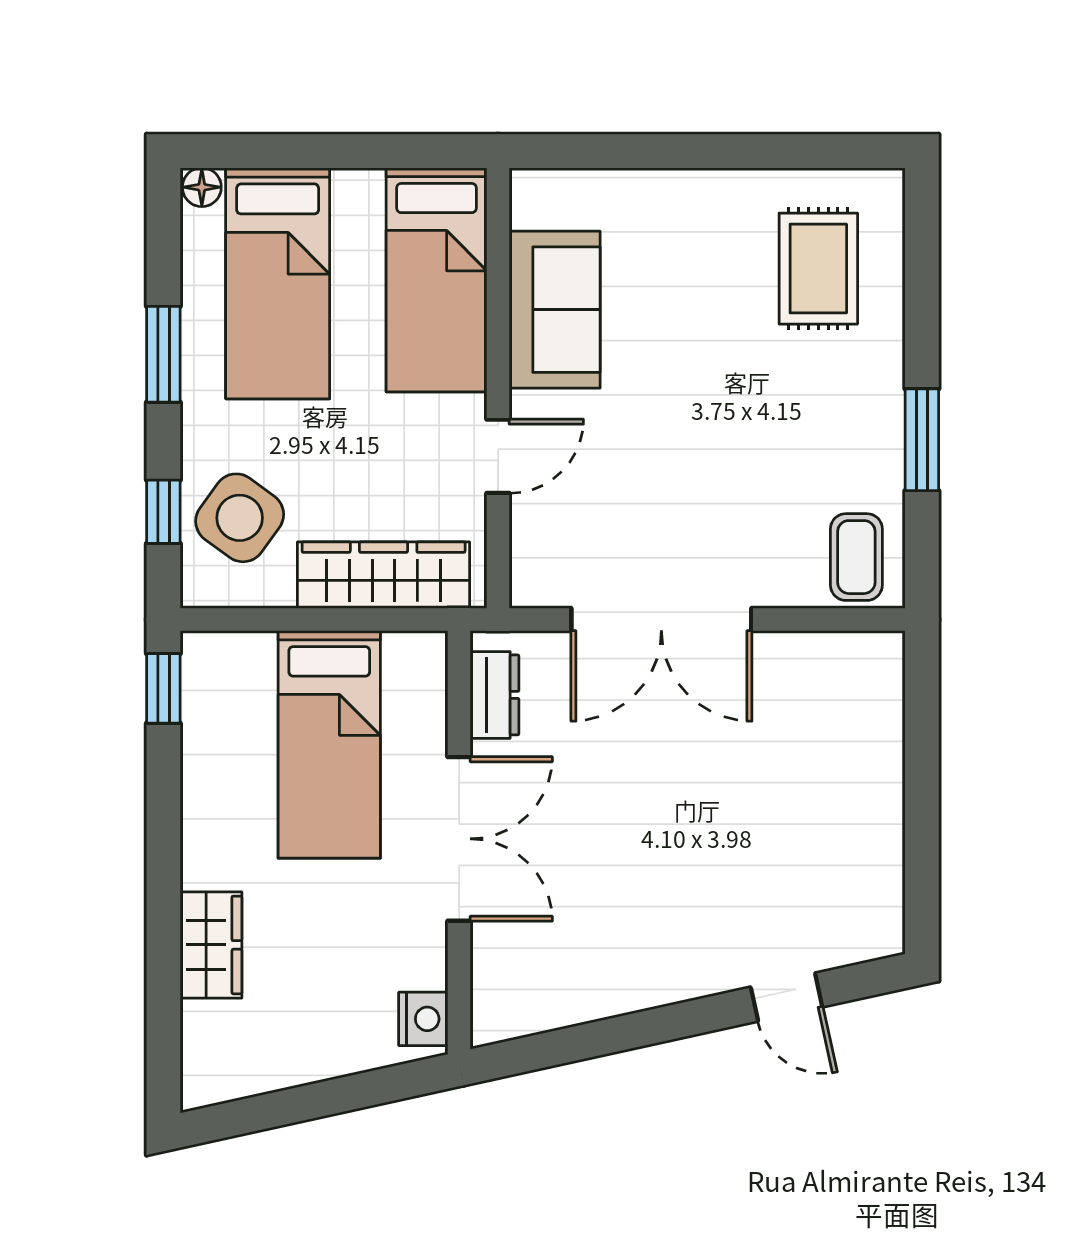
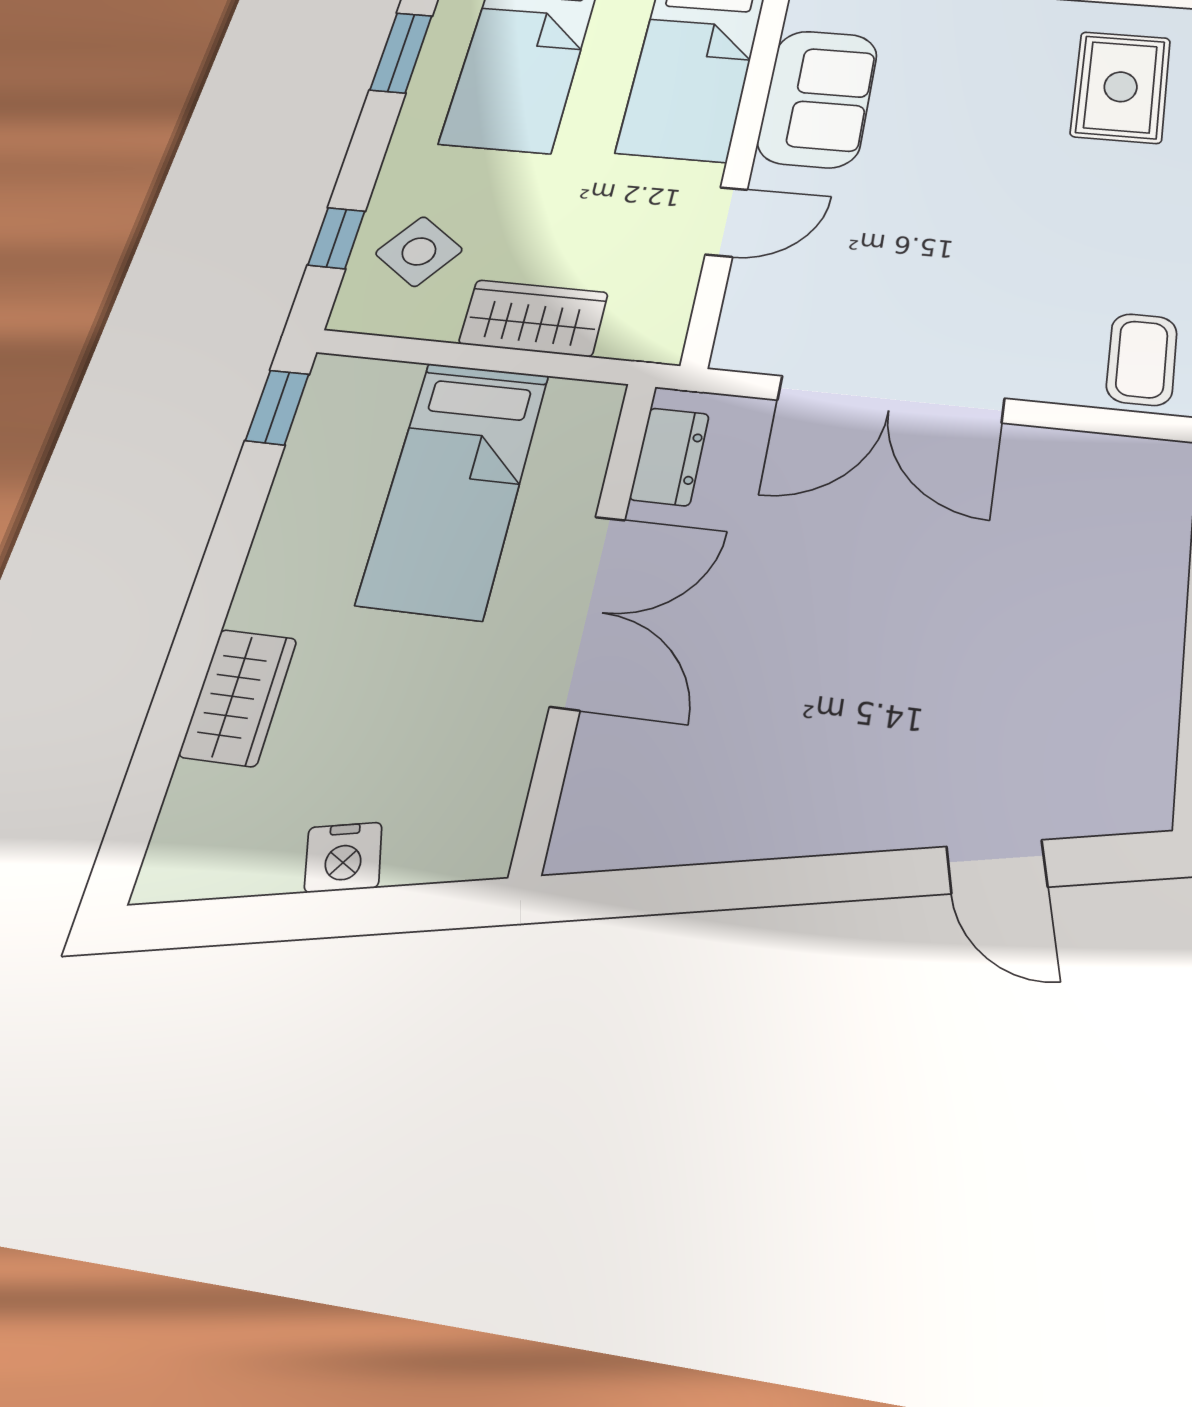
window: (163, 354) -> (401, 53), moved
side table: (240, 518) -> (419, 251), width x0.73, depth x0.73
wardrobe: (384, 575) -> (534, 318), width x0.67
nightstand: (423, 1019) -> (343, 857), moved, turned 78

